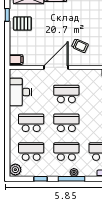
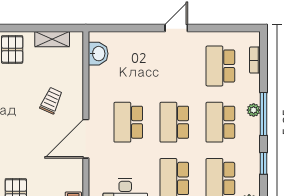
door: (56, 67) -> (86, 139), hinge flipped

